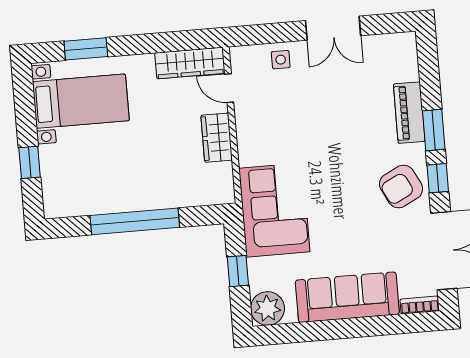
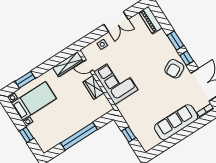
piano: (409, 113) -> (151, 20), moved
corner sofa: (274, 210) -> (116, 81), moved
plant: (268, 308) -> (148, 143), removed

